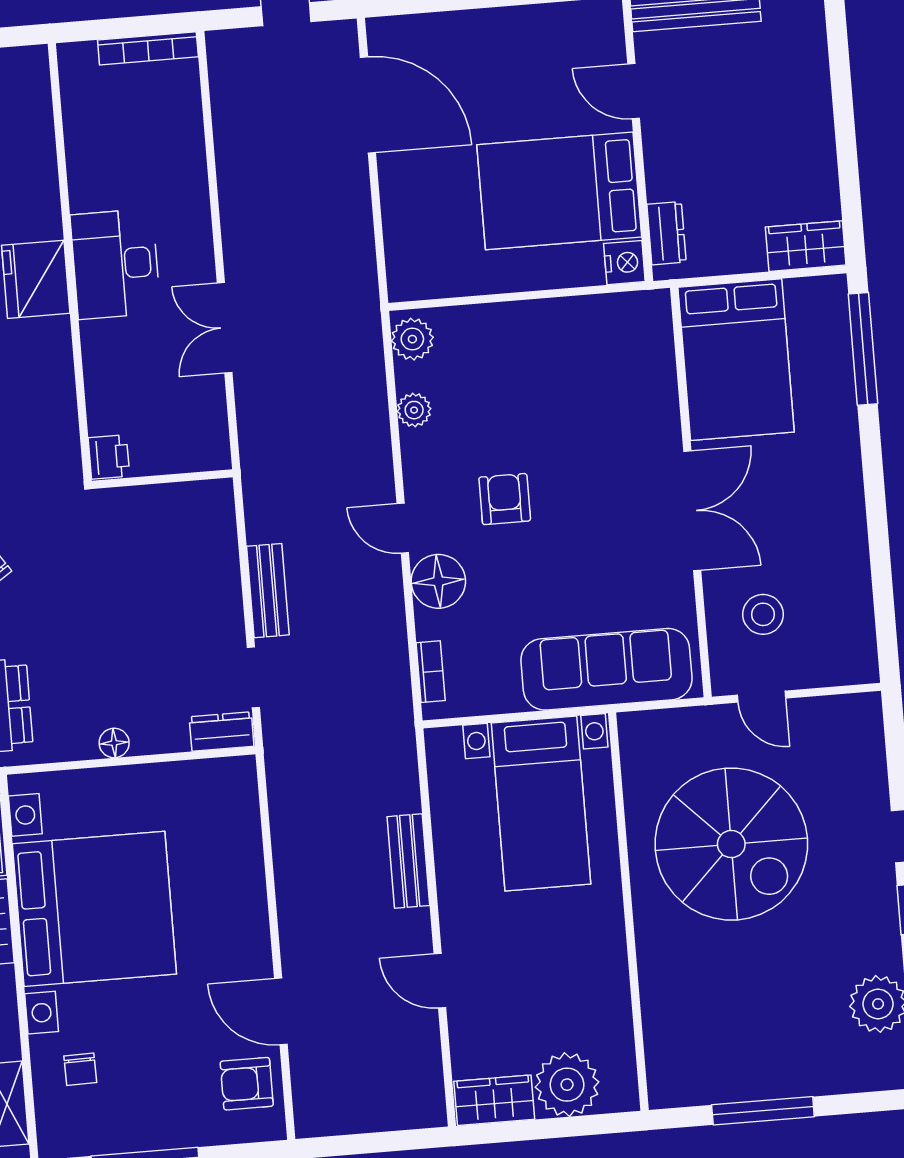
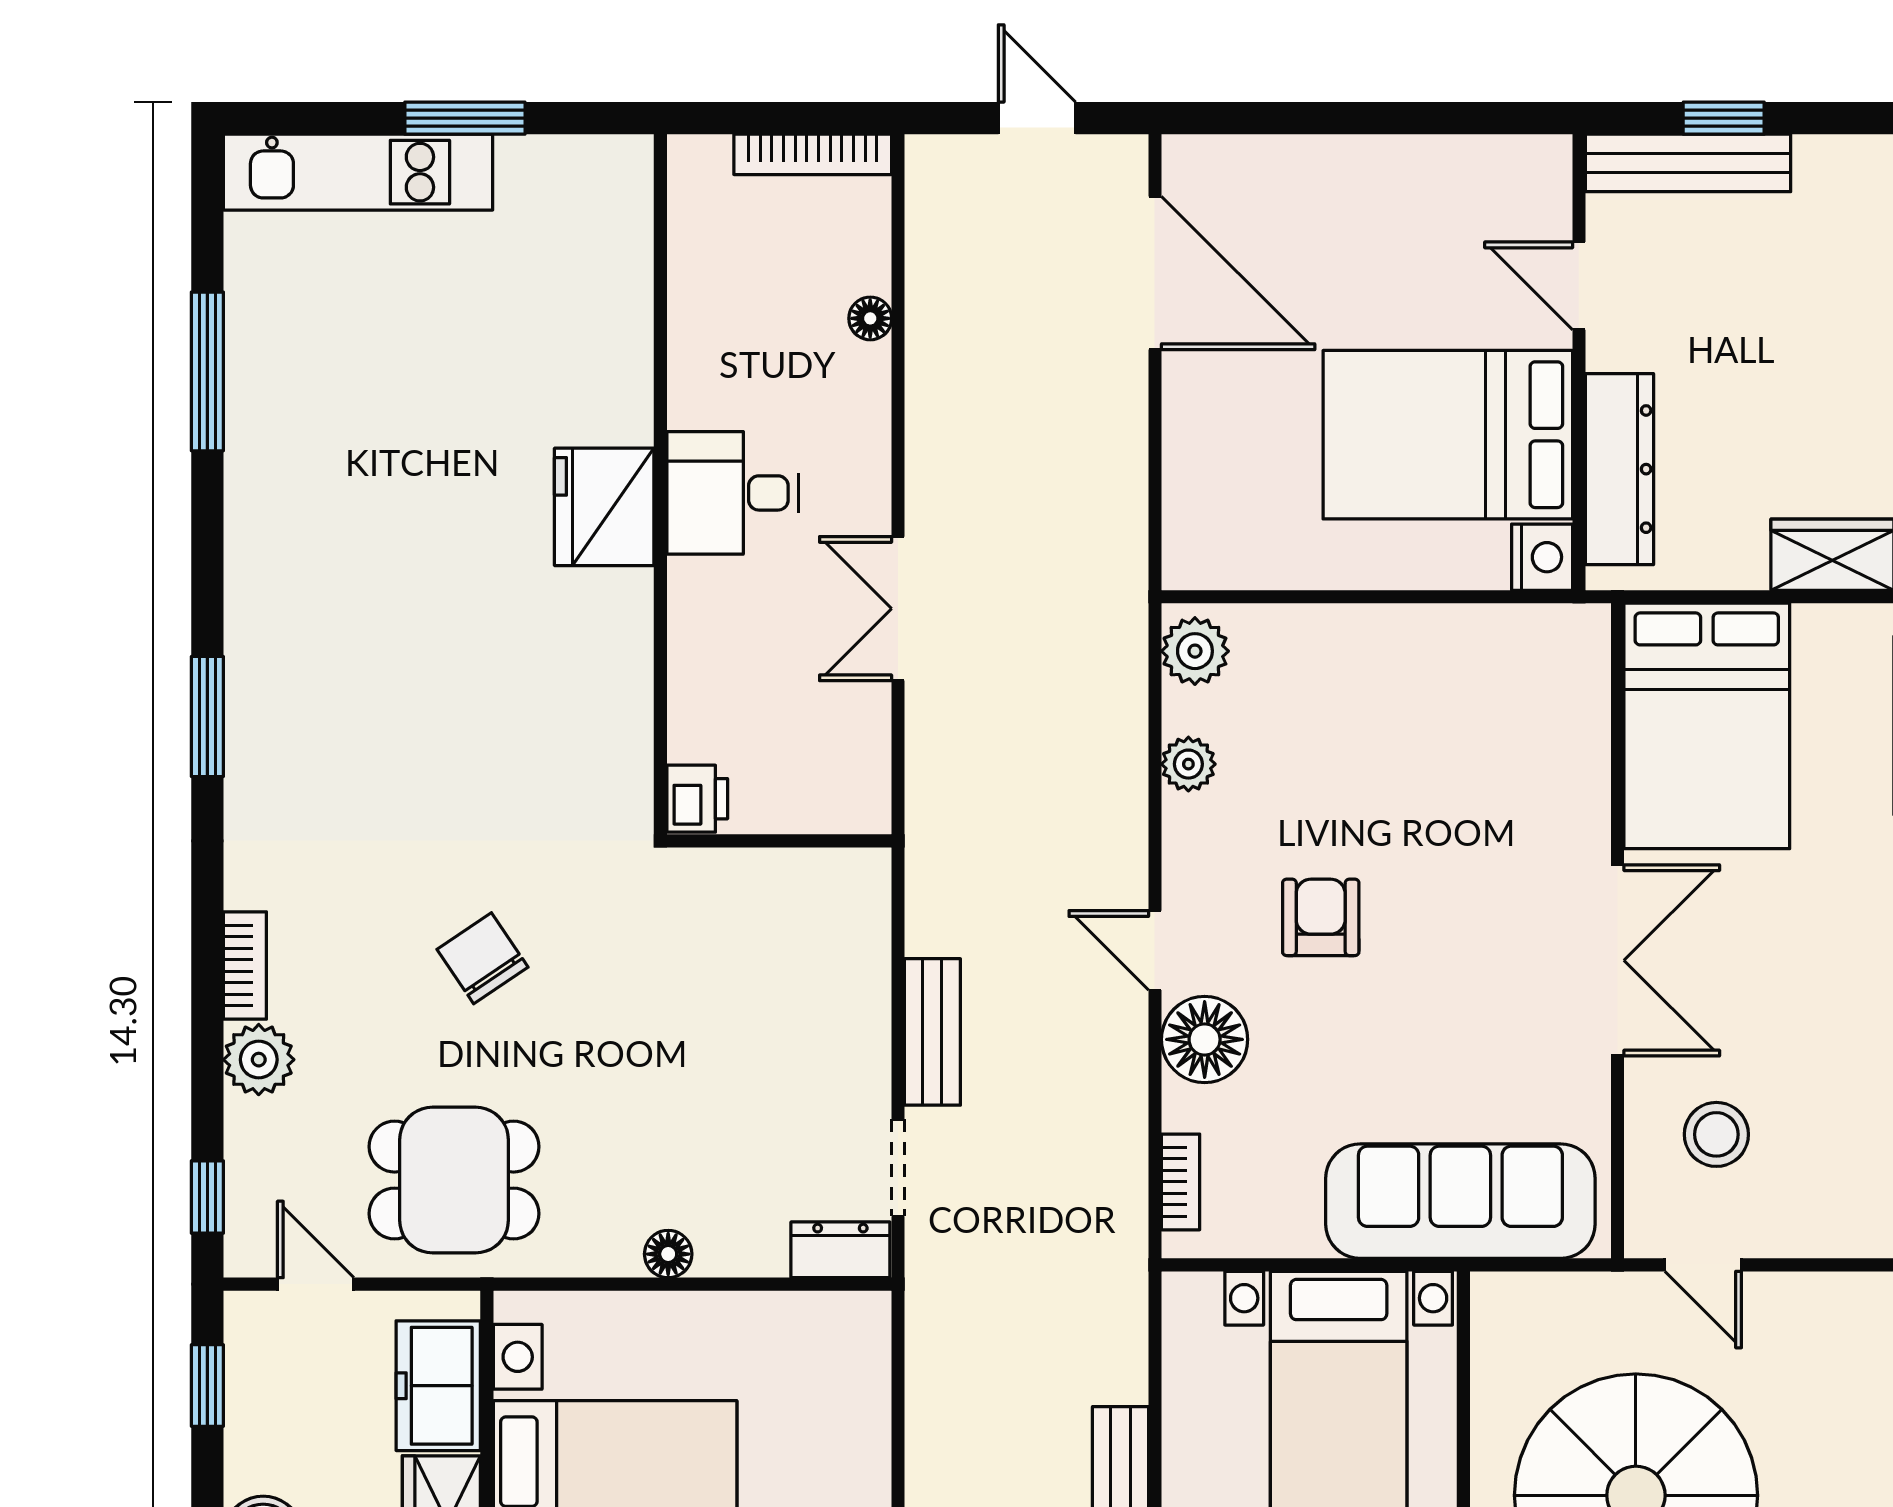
floor lamp: (192, 148) -> (870, 318), added
dresser: (667, 233) -> (1619, 469), width x1.96, depth x1.24
desk: (115, 264) -> (733, 493), width x0.73

